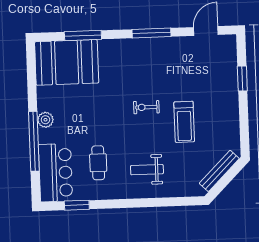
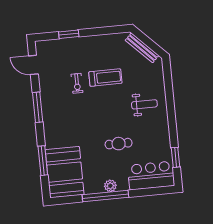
exercise bike: (146, 107) -> (77, 83), moved
window: (34, 141) -> (105, 196), moved
cafe table: (98, 163) -> (119, 144), moved
weight bench: (147, 170) -> (144, 104), turned -90

